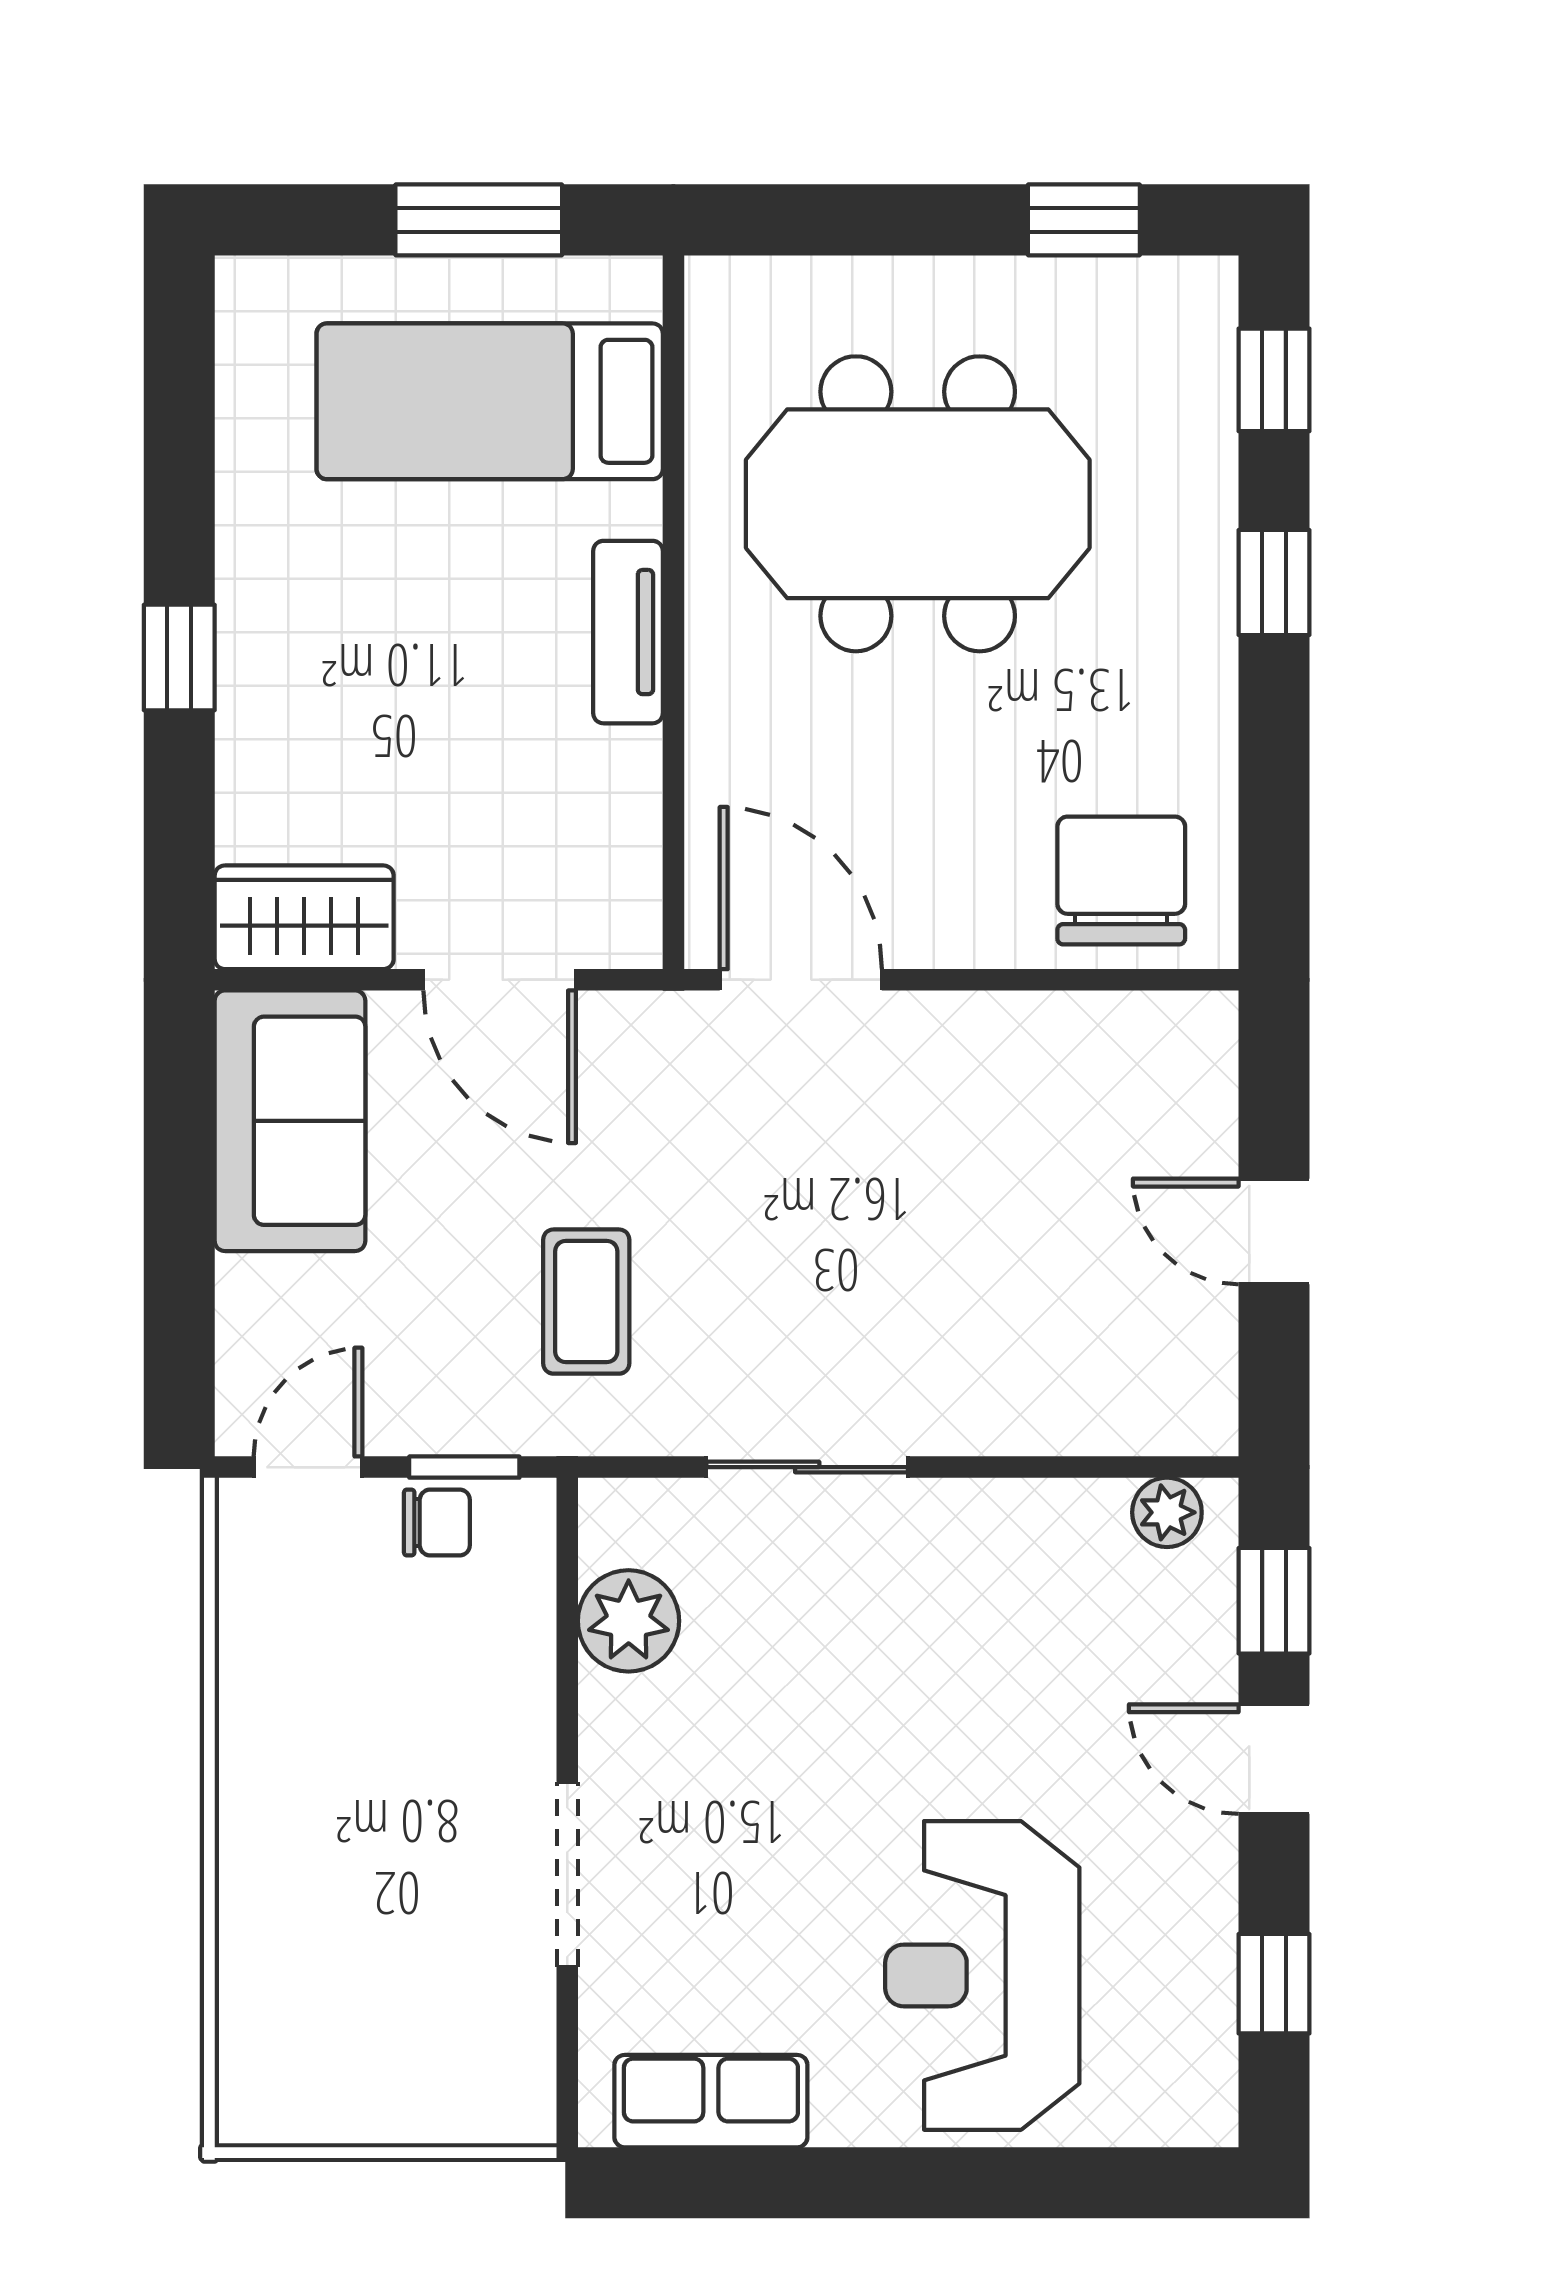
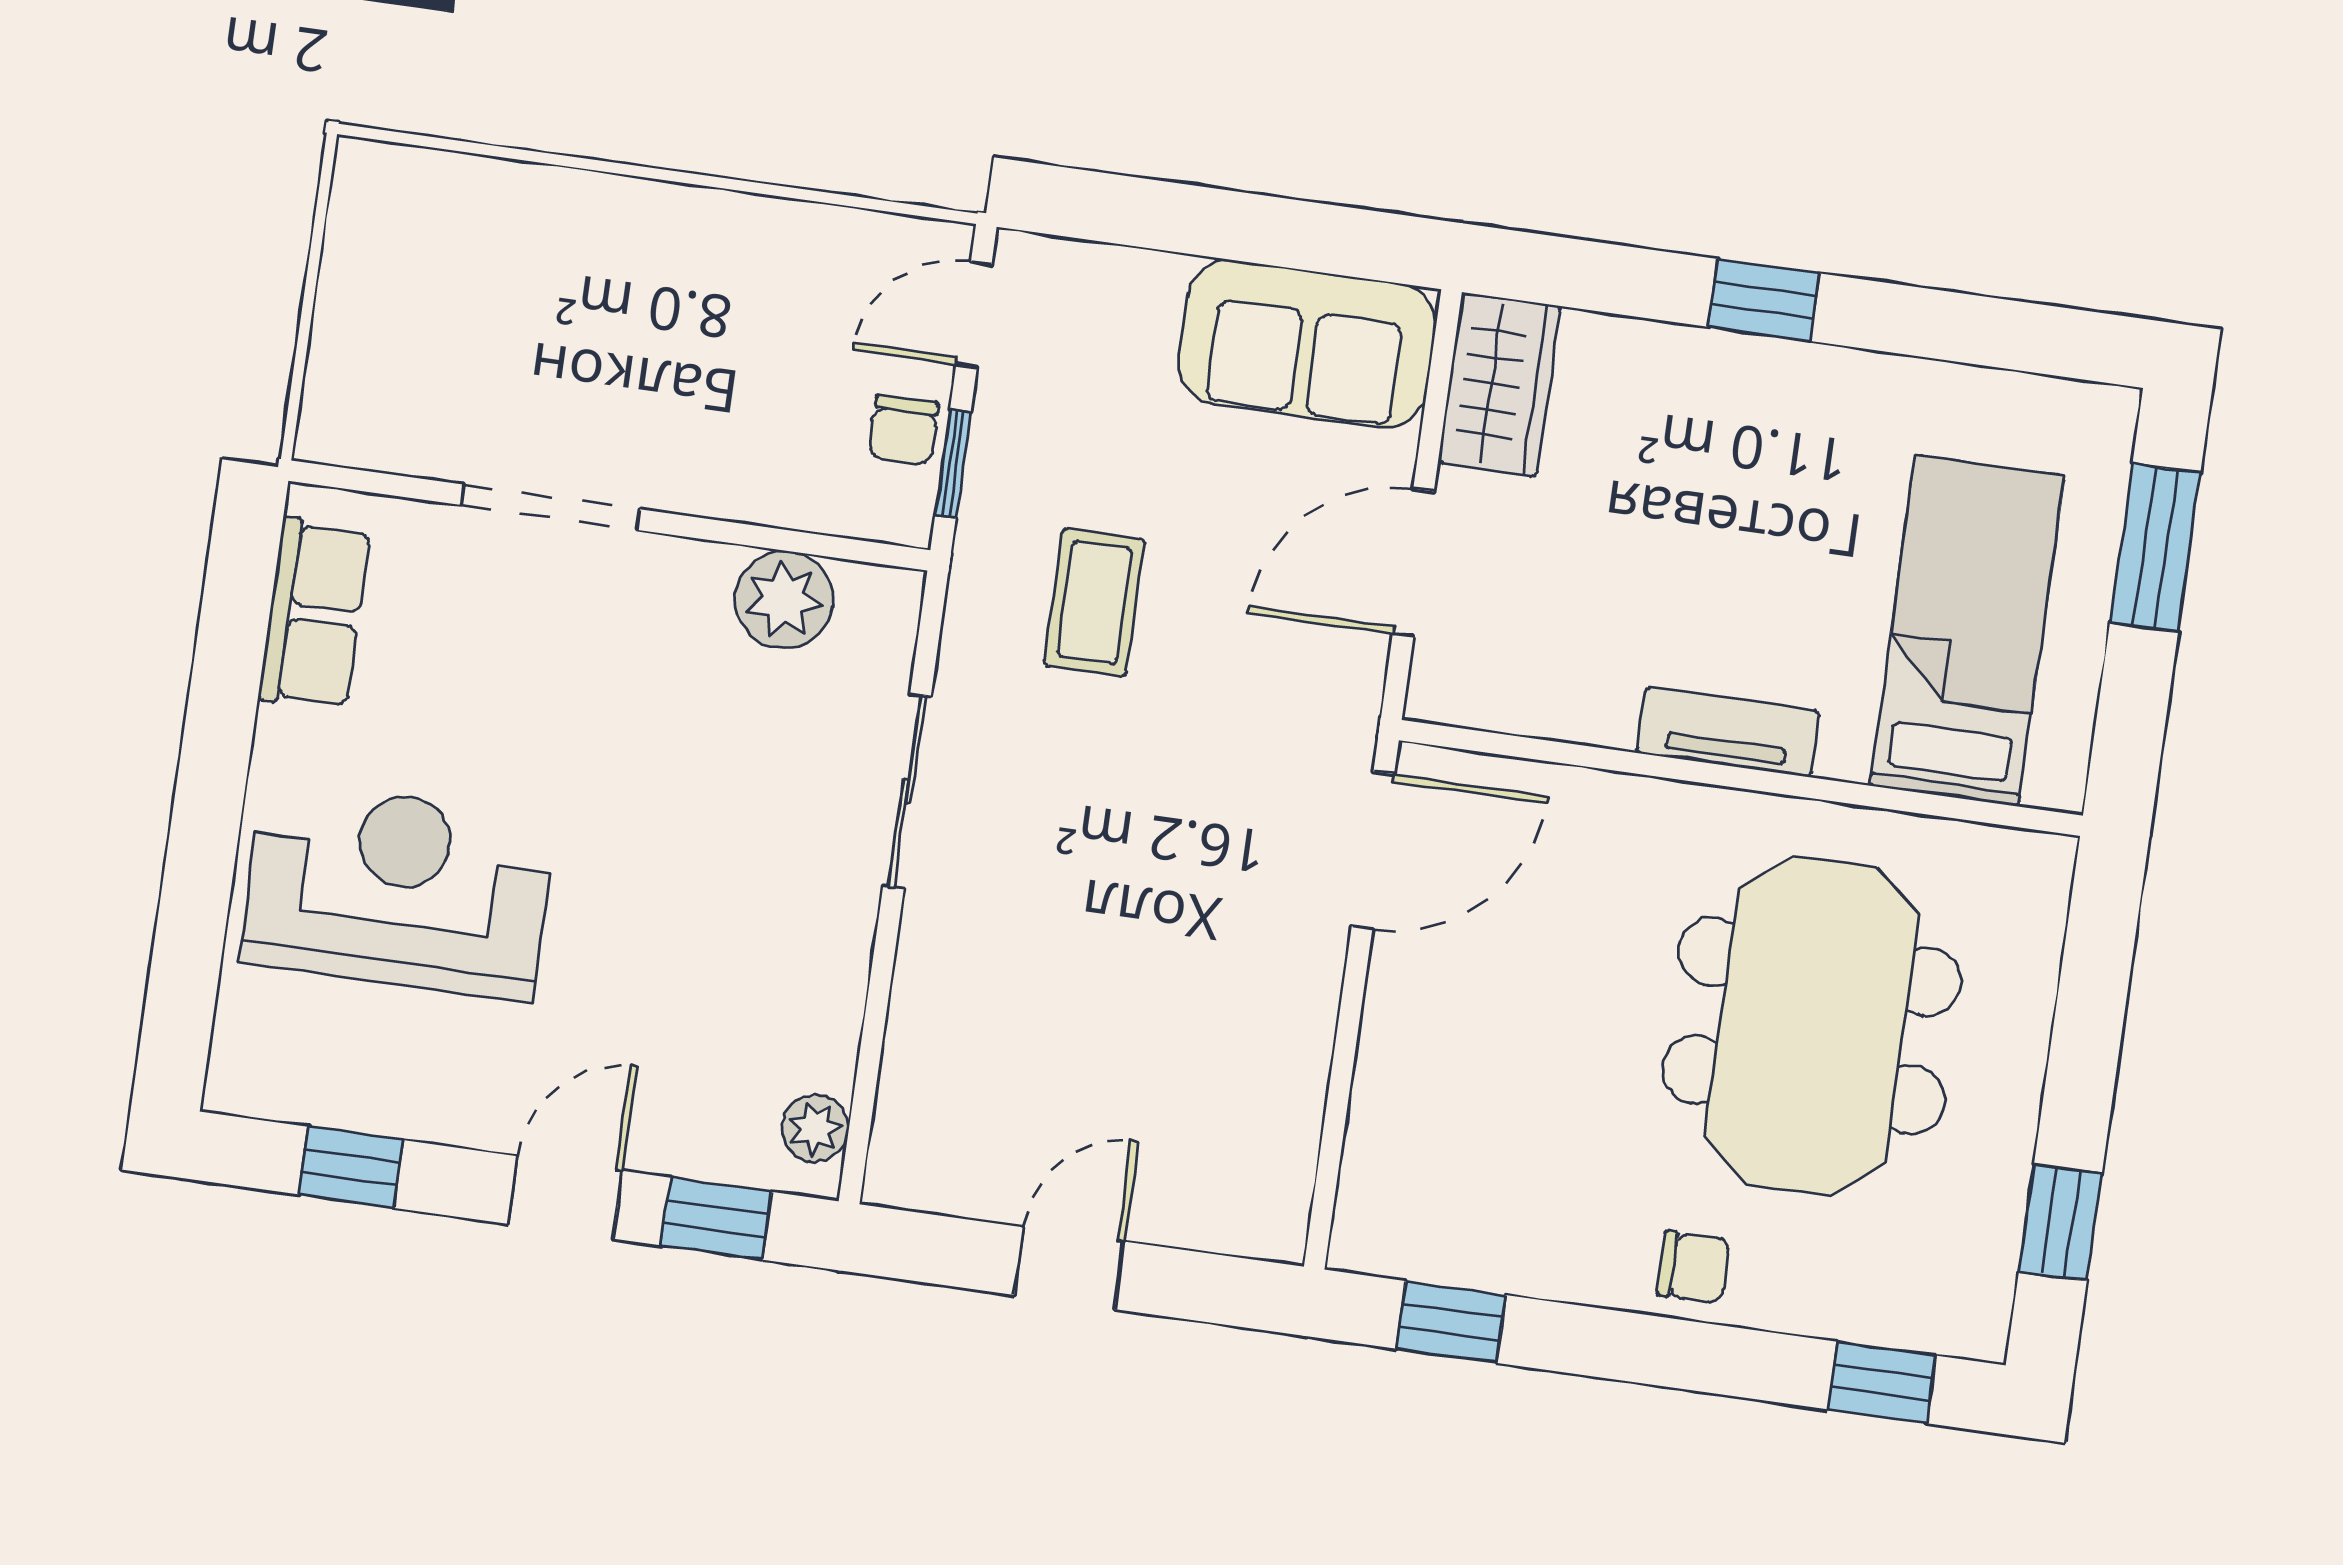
window: (479, 220) -> (2155, 548), moved
window: (1274, 582) -> (1451, 1322), moved
chair: (1121, 881) -> (1693, 1267), moved, width x0.54, depth x0.54
coffee table: (586, 1302) -> (1095, 602), turned 90
door: (308, 1467) -> (974, 314), swing flipped

